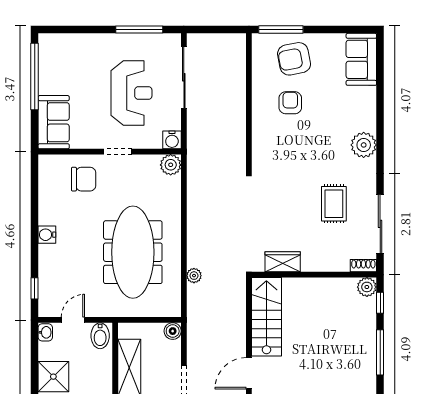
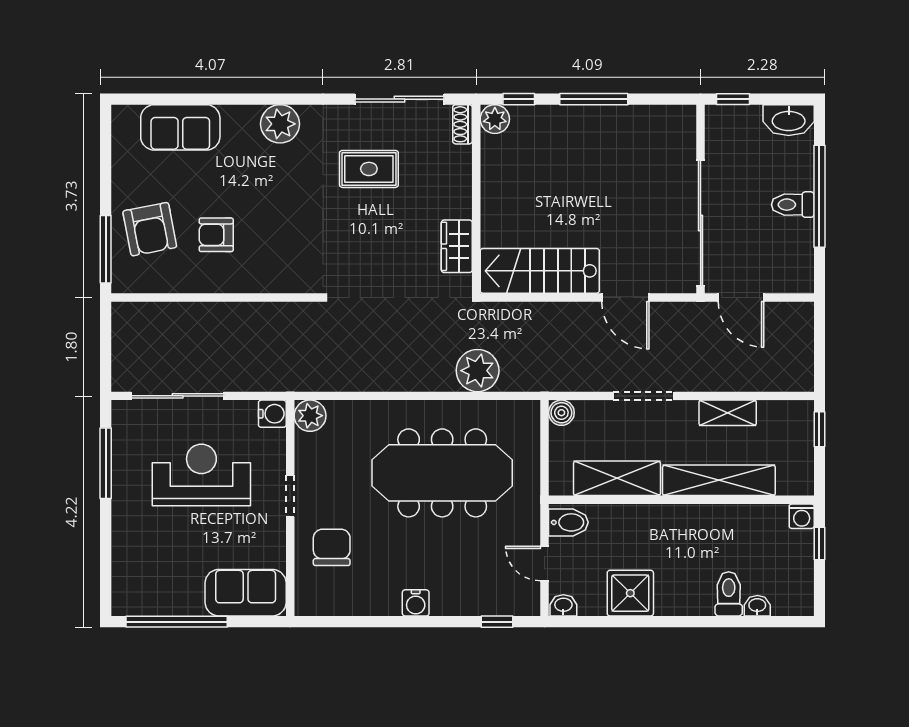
sofa: (361, 59) -> (180, 127), moved
plant: (194, 276) -> (478, 371), width x1.88, depth x1.88

